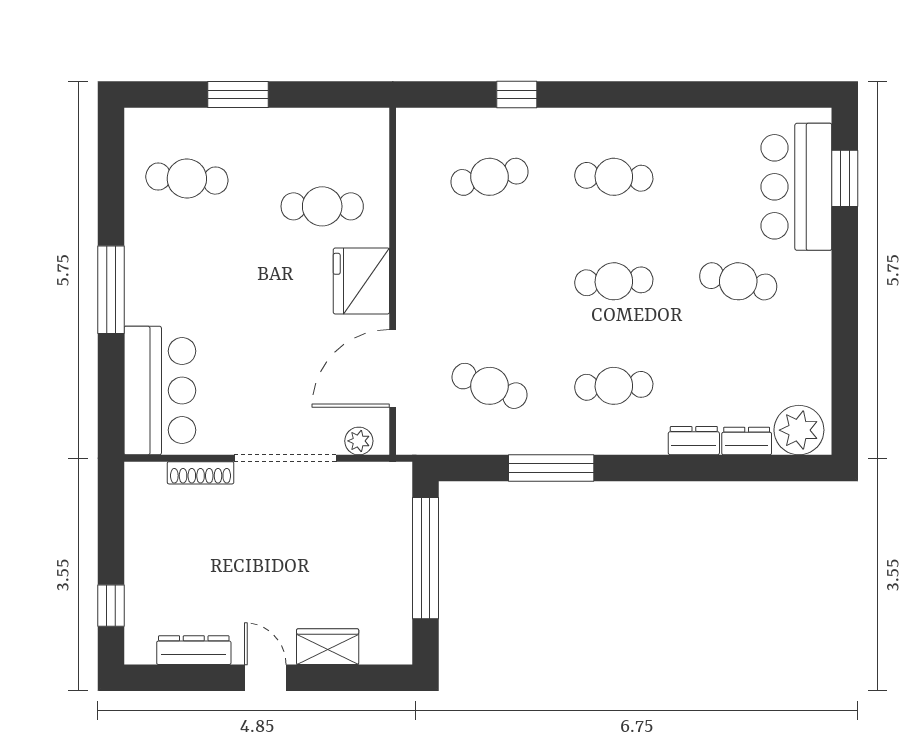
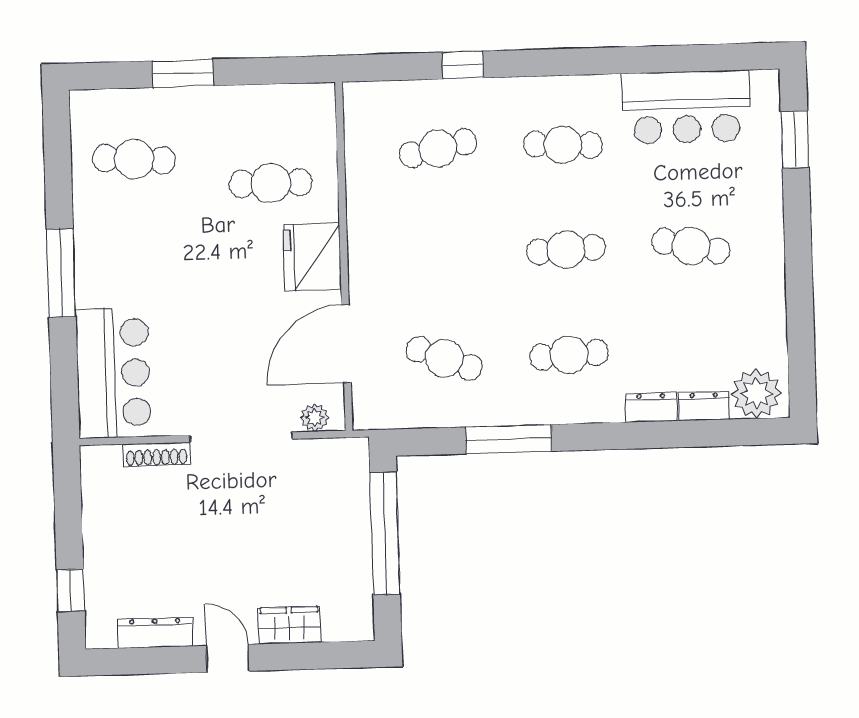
bar counter: (796, 187) -> (686, 107), moved, turned -90

